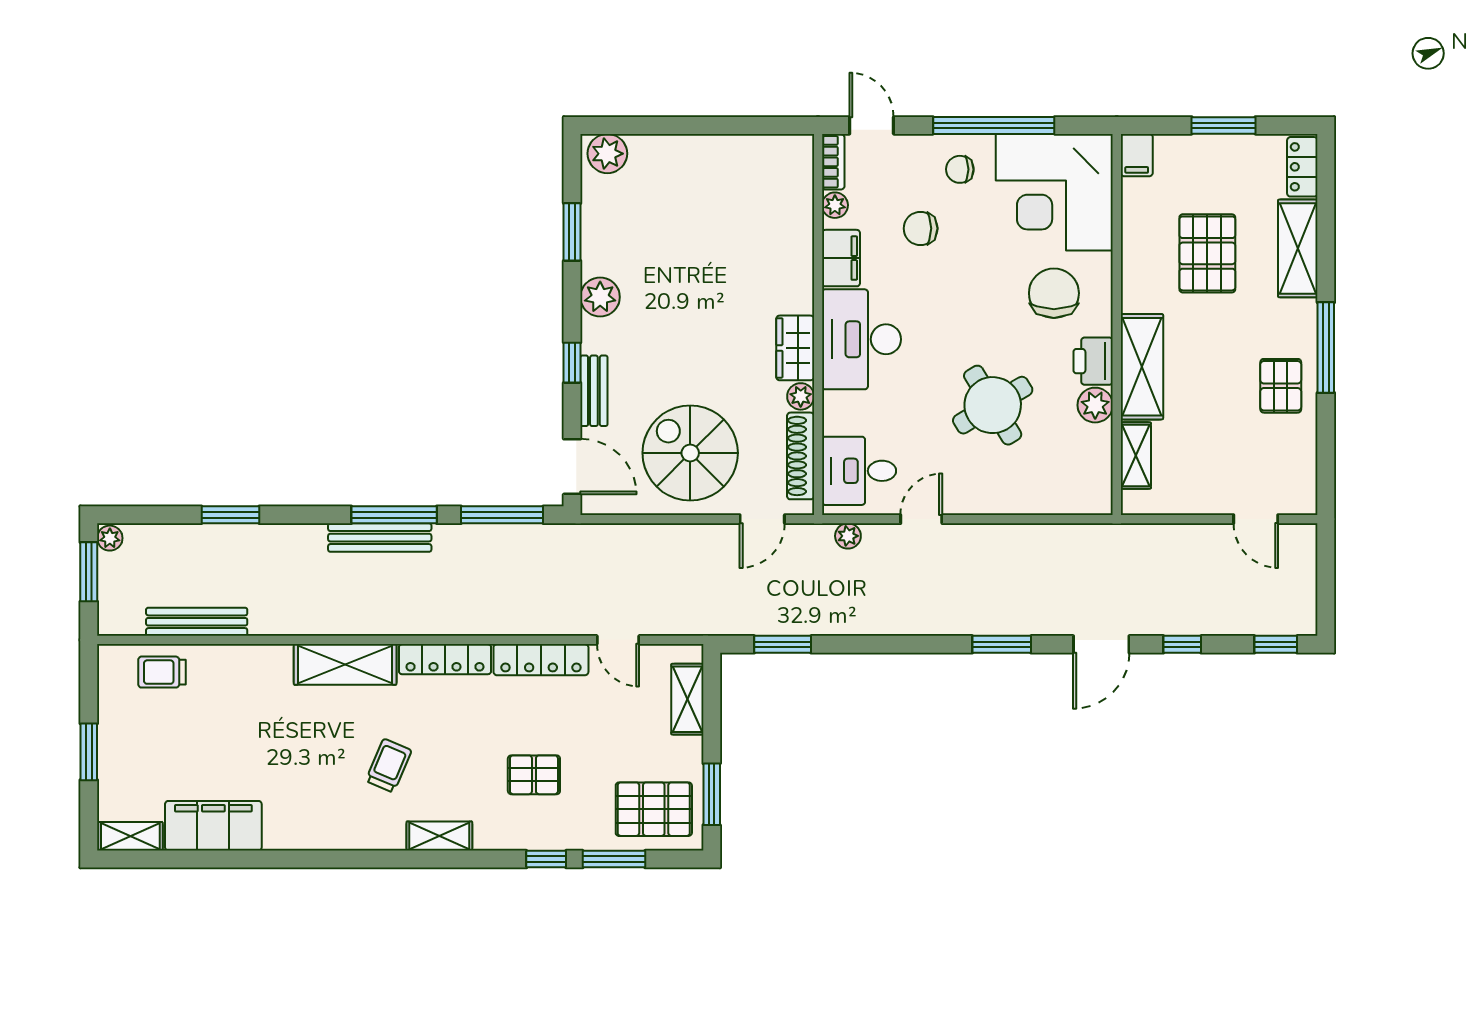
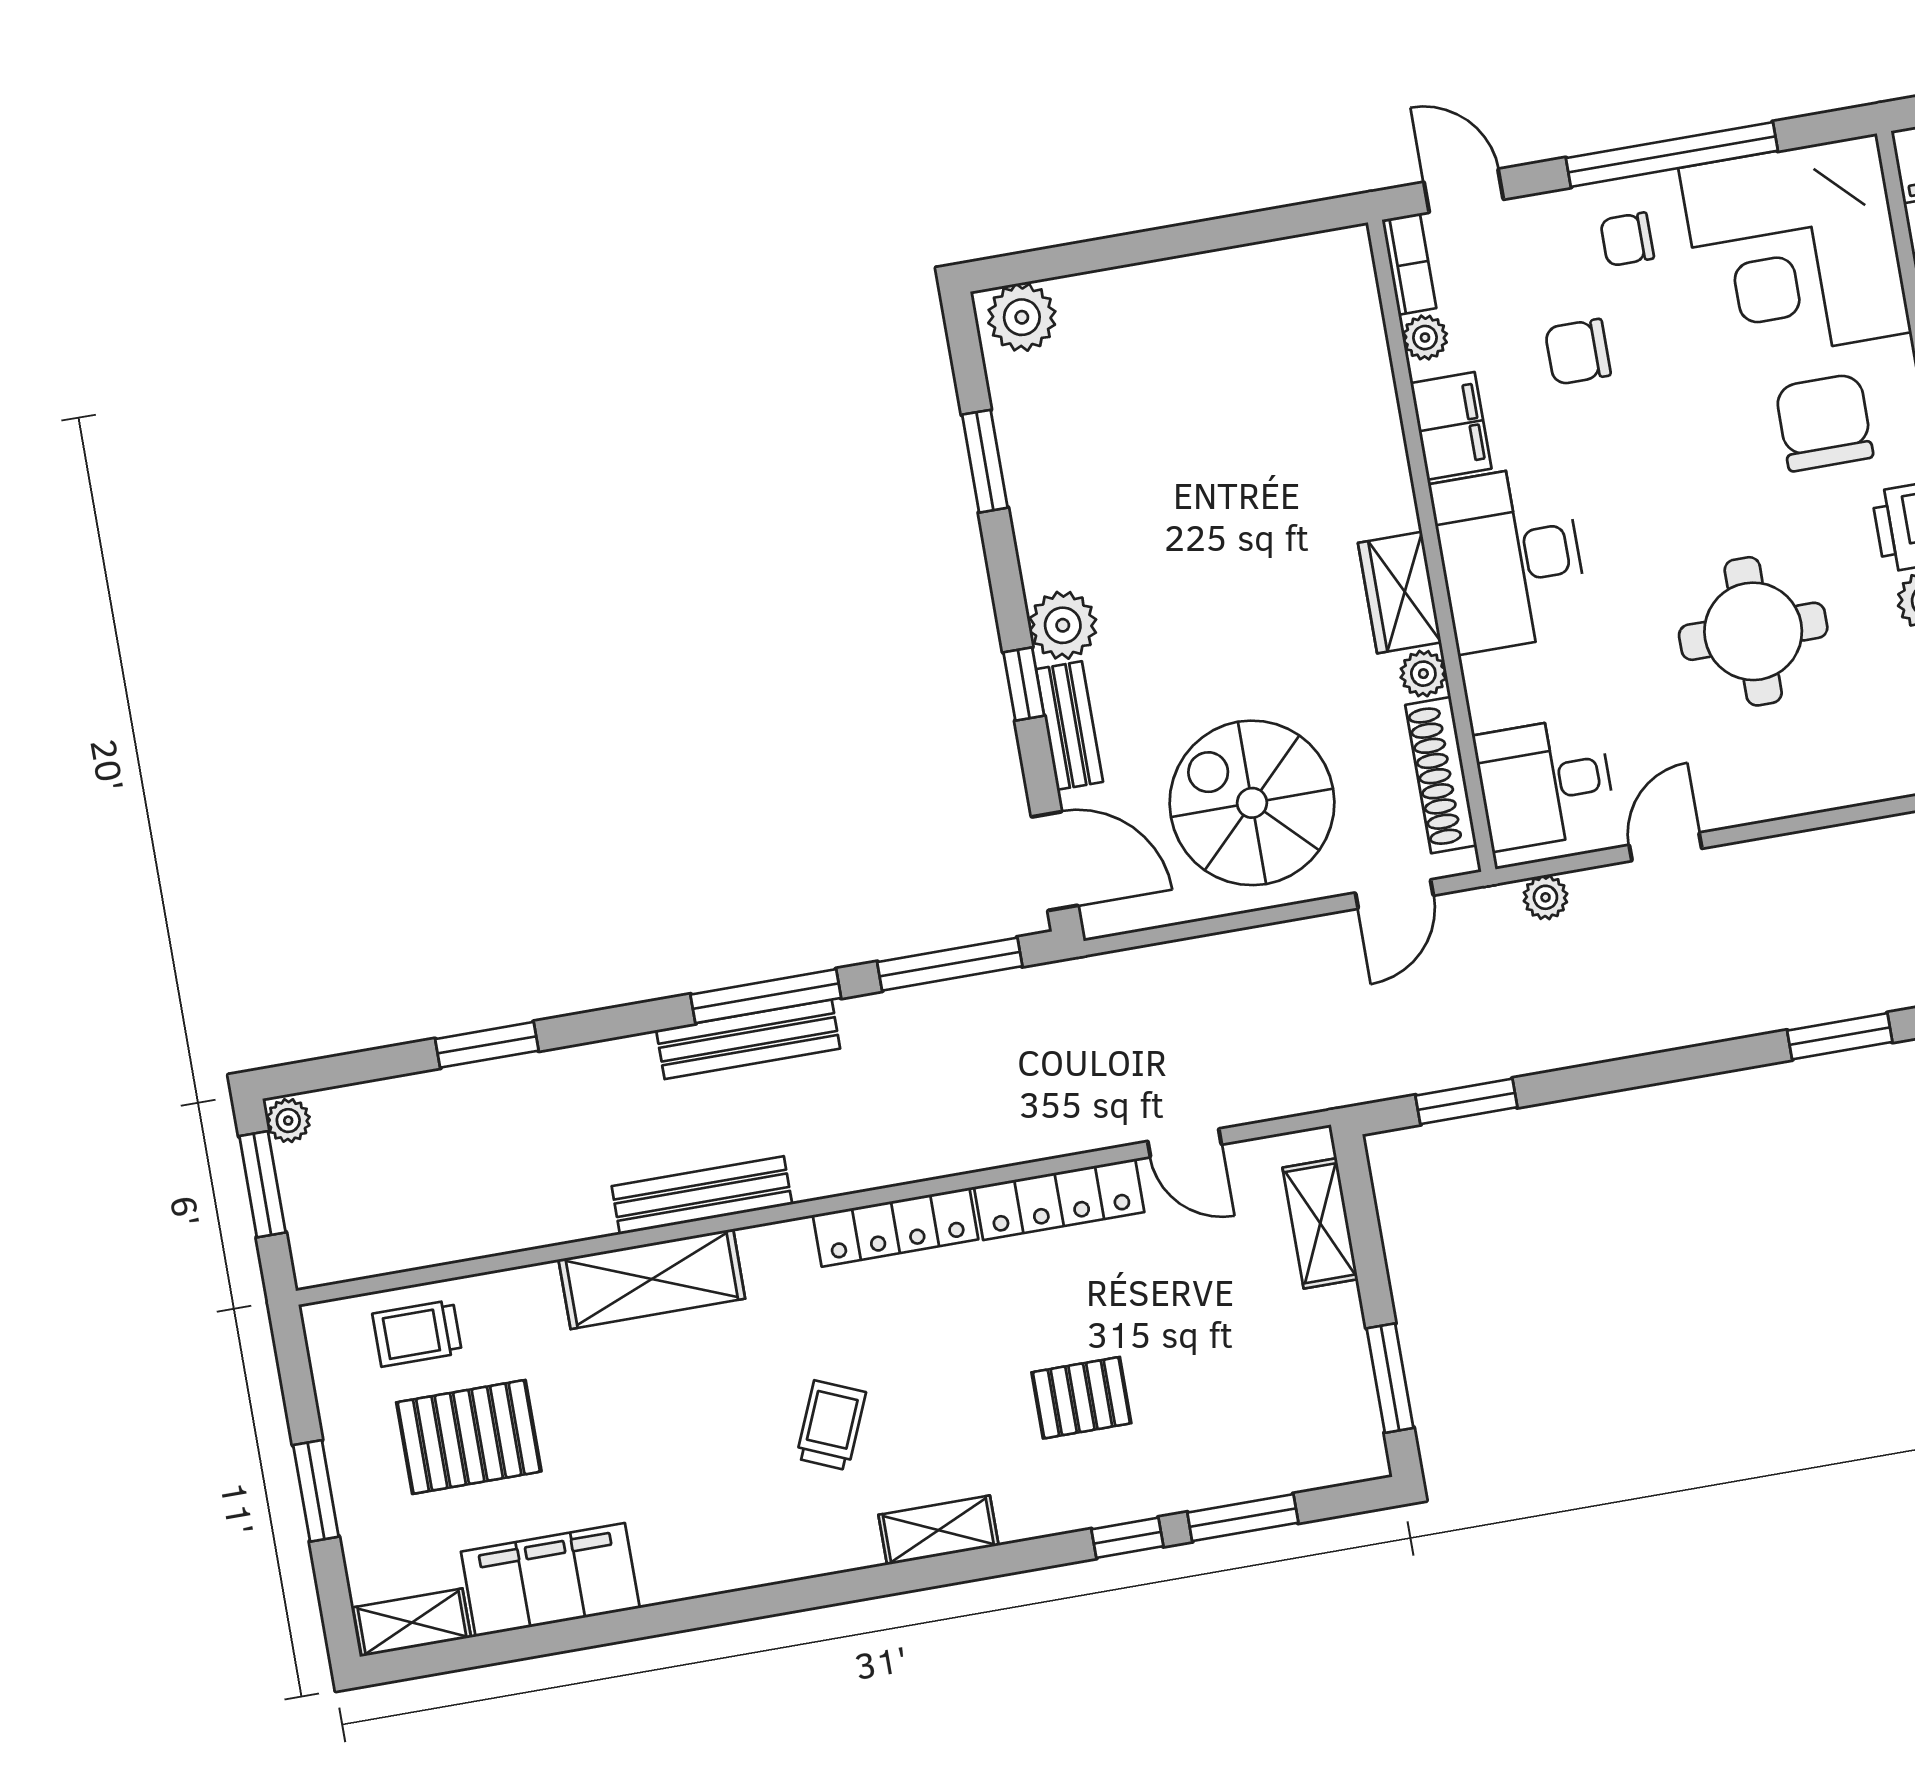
plant: (600, 297) -> (1063, 625), moved
round table: (993, 405) -> (1753, 631), turned 31
bench: (197, 622) -> (702, 1195), moved
shelving: (345, 664) -> (652, 1279), moved
pallet: (654, 809) -> (469, 1437), moved

